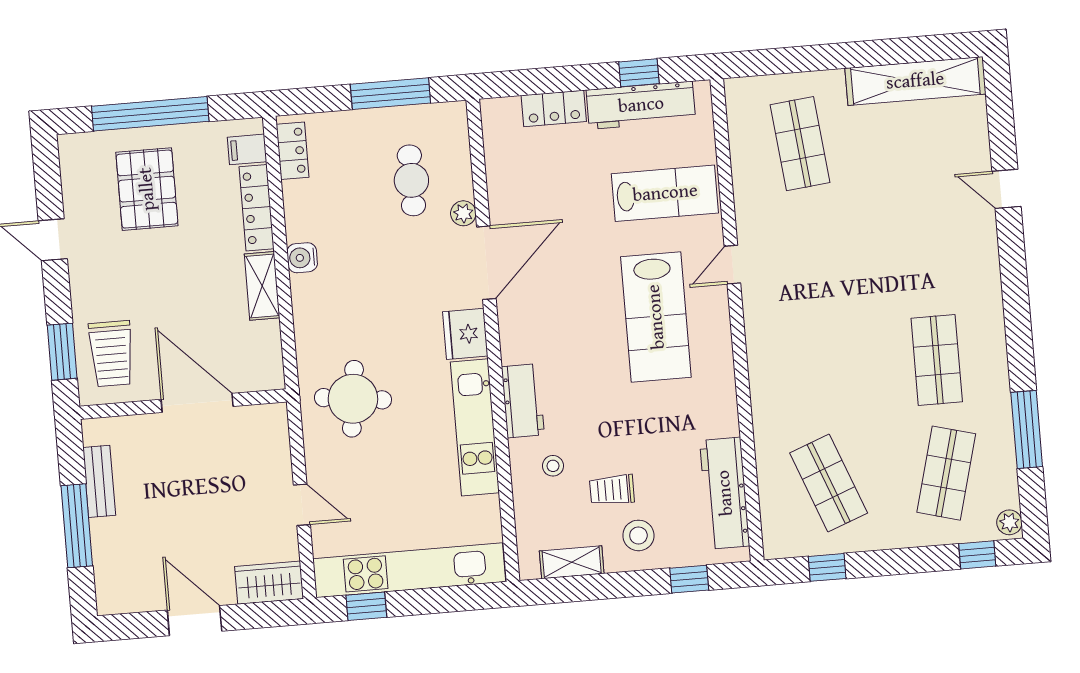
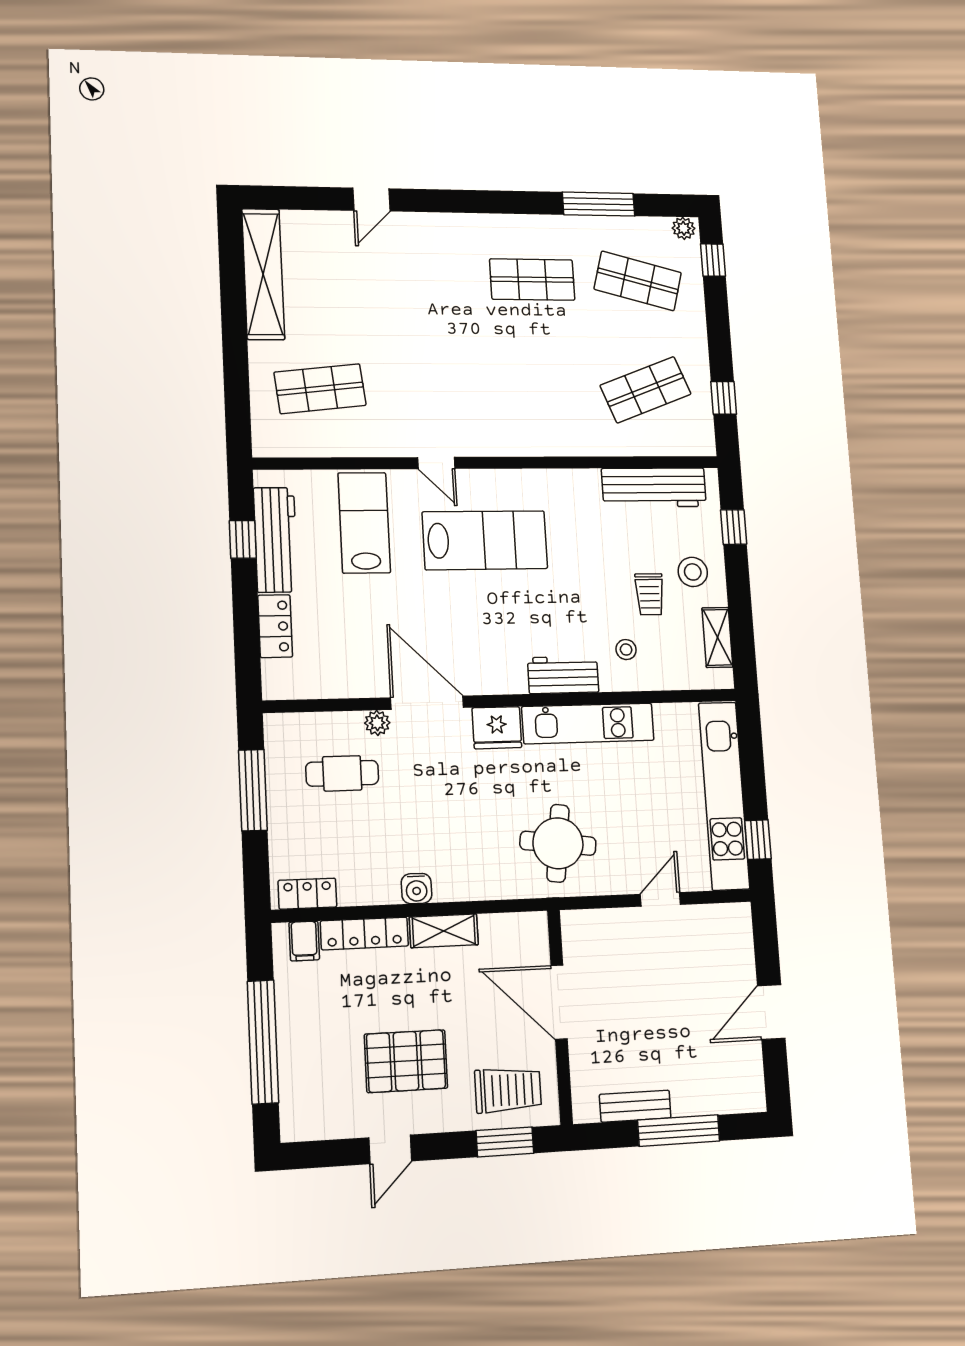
pallet: (147, 189) -> (406, 1061), moved
door: (197, 403) -> (559, 1002), hinge flipped
wardrobe: (269, 583) -> (735, 935), removed

